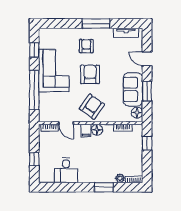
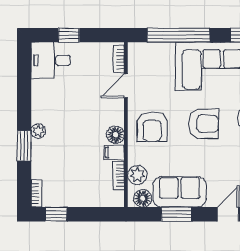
armchair: (92, 107) -> (152, 127), turned 55
plant: (122, 116) -> (137, 175), added
filing cabinet: (86, 131) -> (114, 152), moved
window: (147, 143) -> (56, 214), moved
desk: (66, 170) -> (51, 60), moved
plant: (120, 178) -> (38, 131), moved

